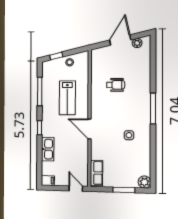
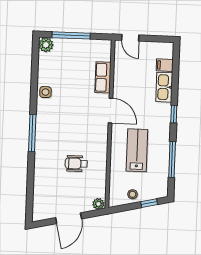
plant: (137, 43) -> (98, 204), moved
side table: (129, 135) -> (45, 92), moved
row of seats: (96, 173) -> (103, 77), moved
filing cabinet: (48, 181) -> (165, 65), moved
window: (124, 190) -> (71, 35), width x1.44

